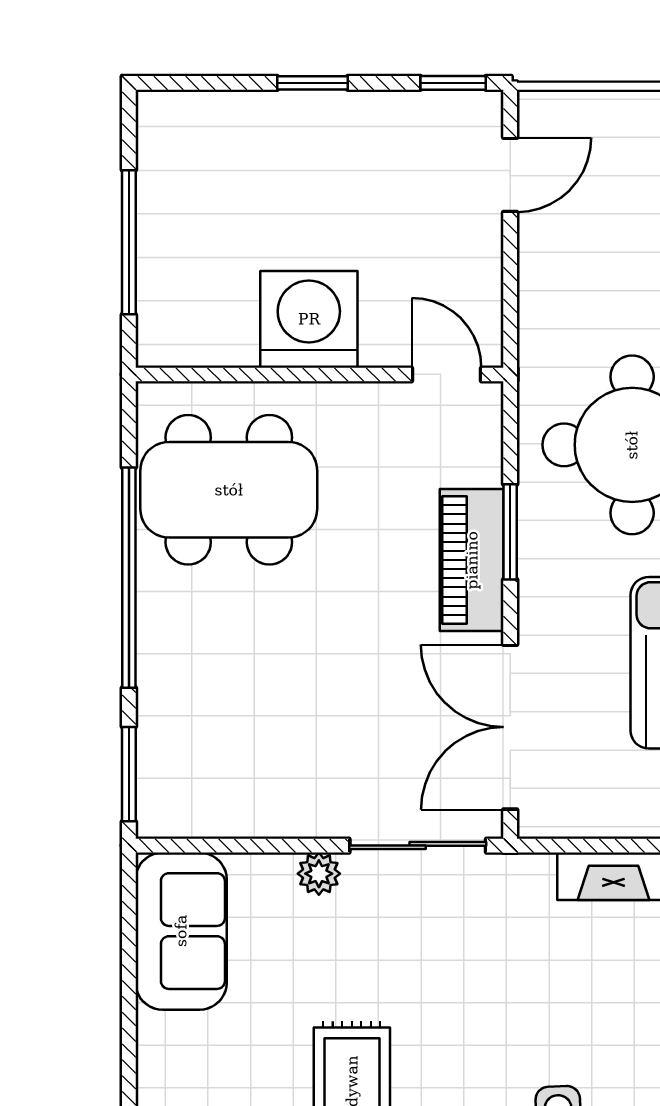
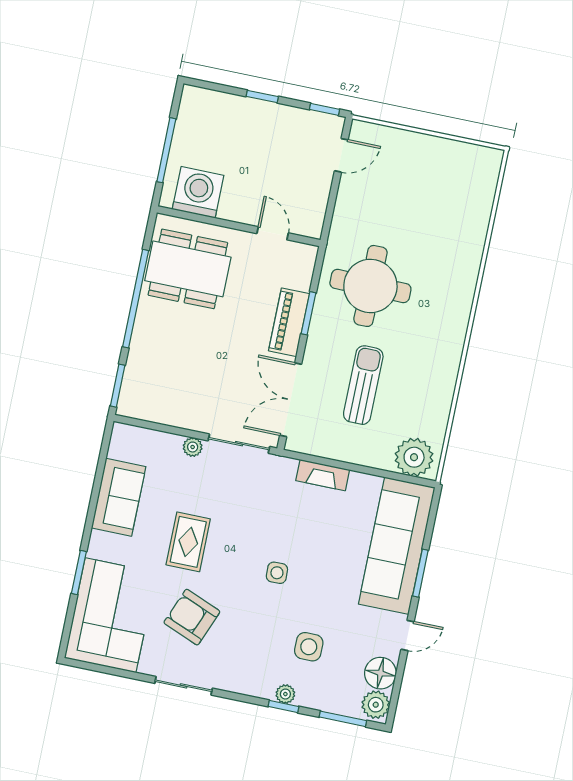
washing machine: (309, 319) -> (198, 192), moved
door: (447, 374) -> (273, 233), moved
sofa: (181, 931) -> (119, 497), moved

